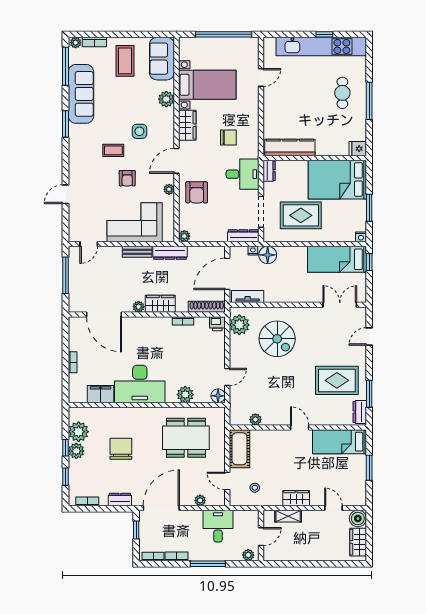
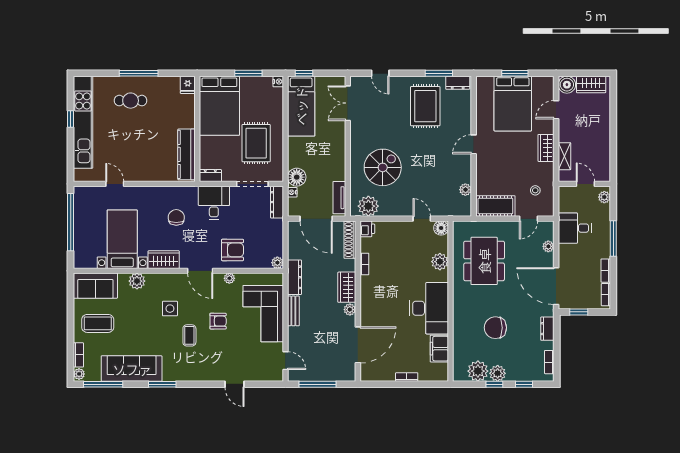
bed: (339, 442) -> (513, 104), moved, width x1.50

